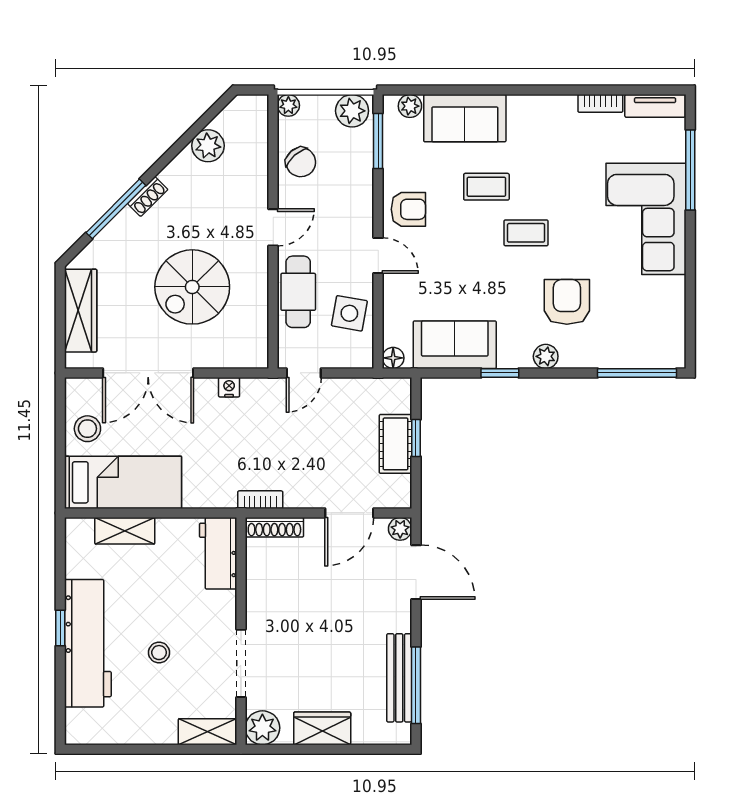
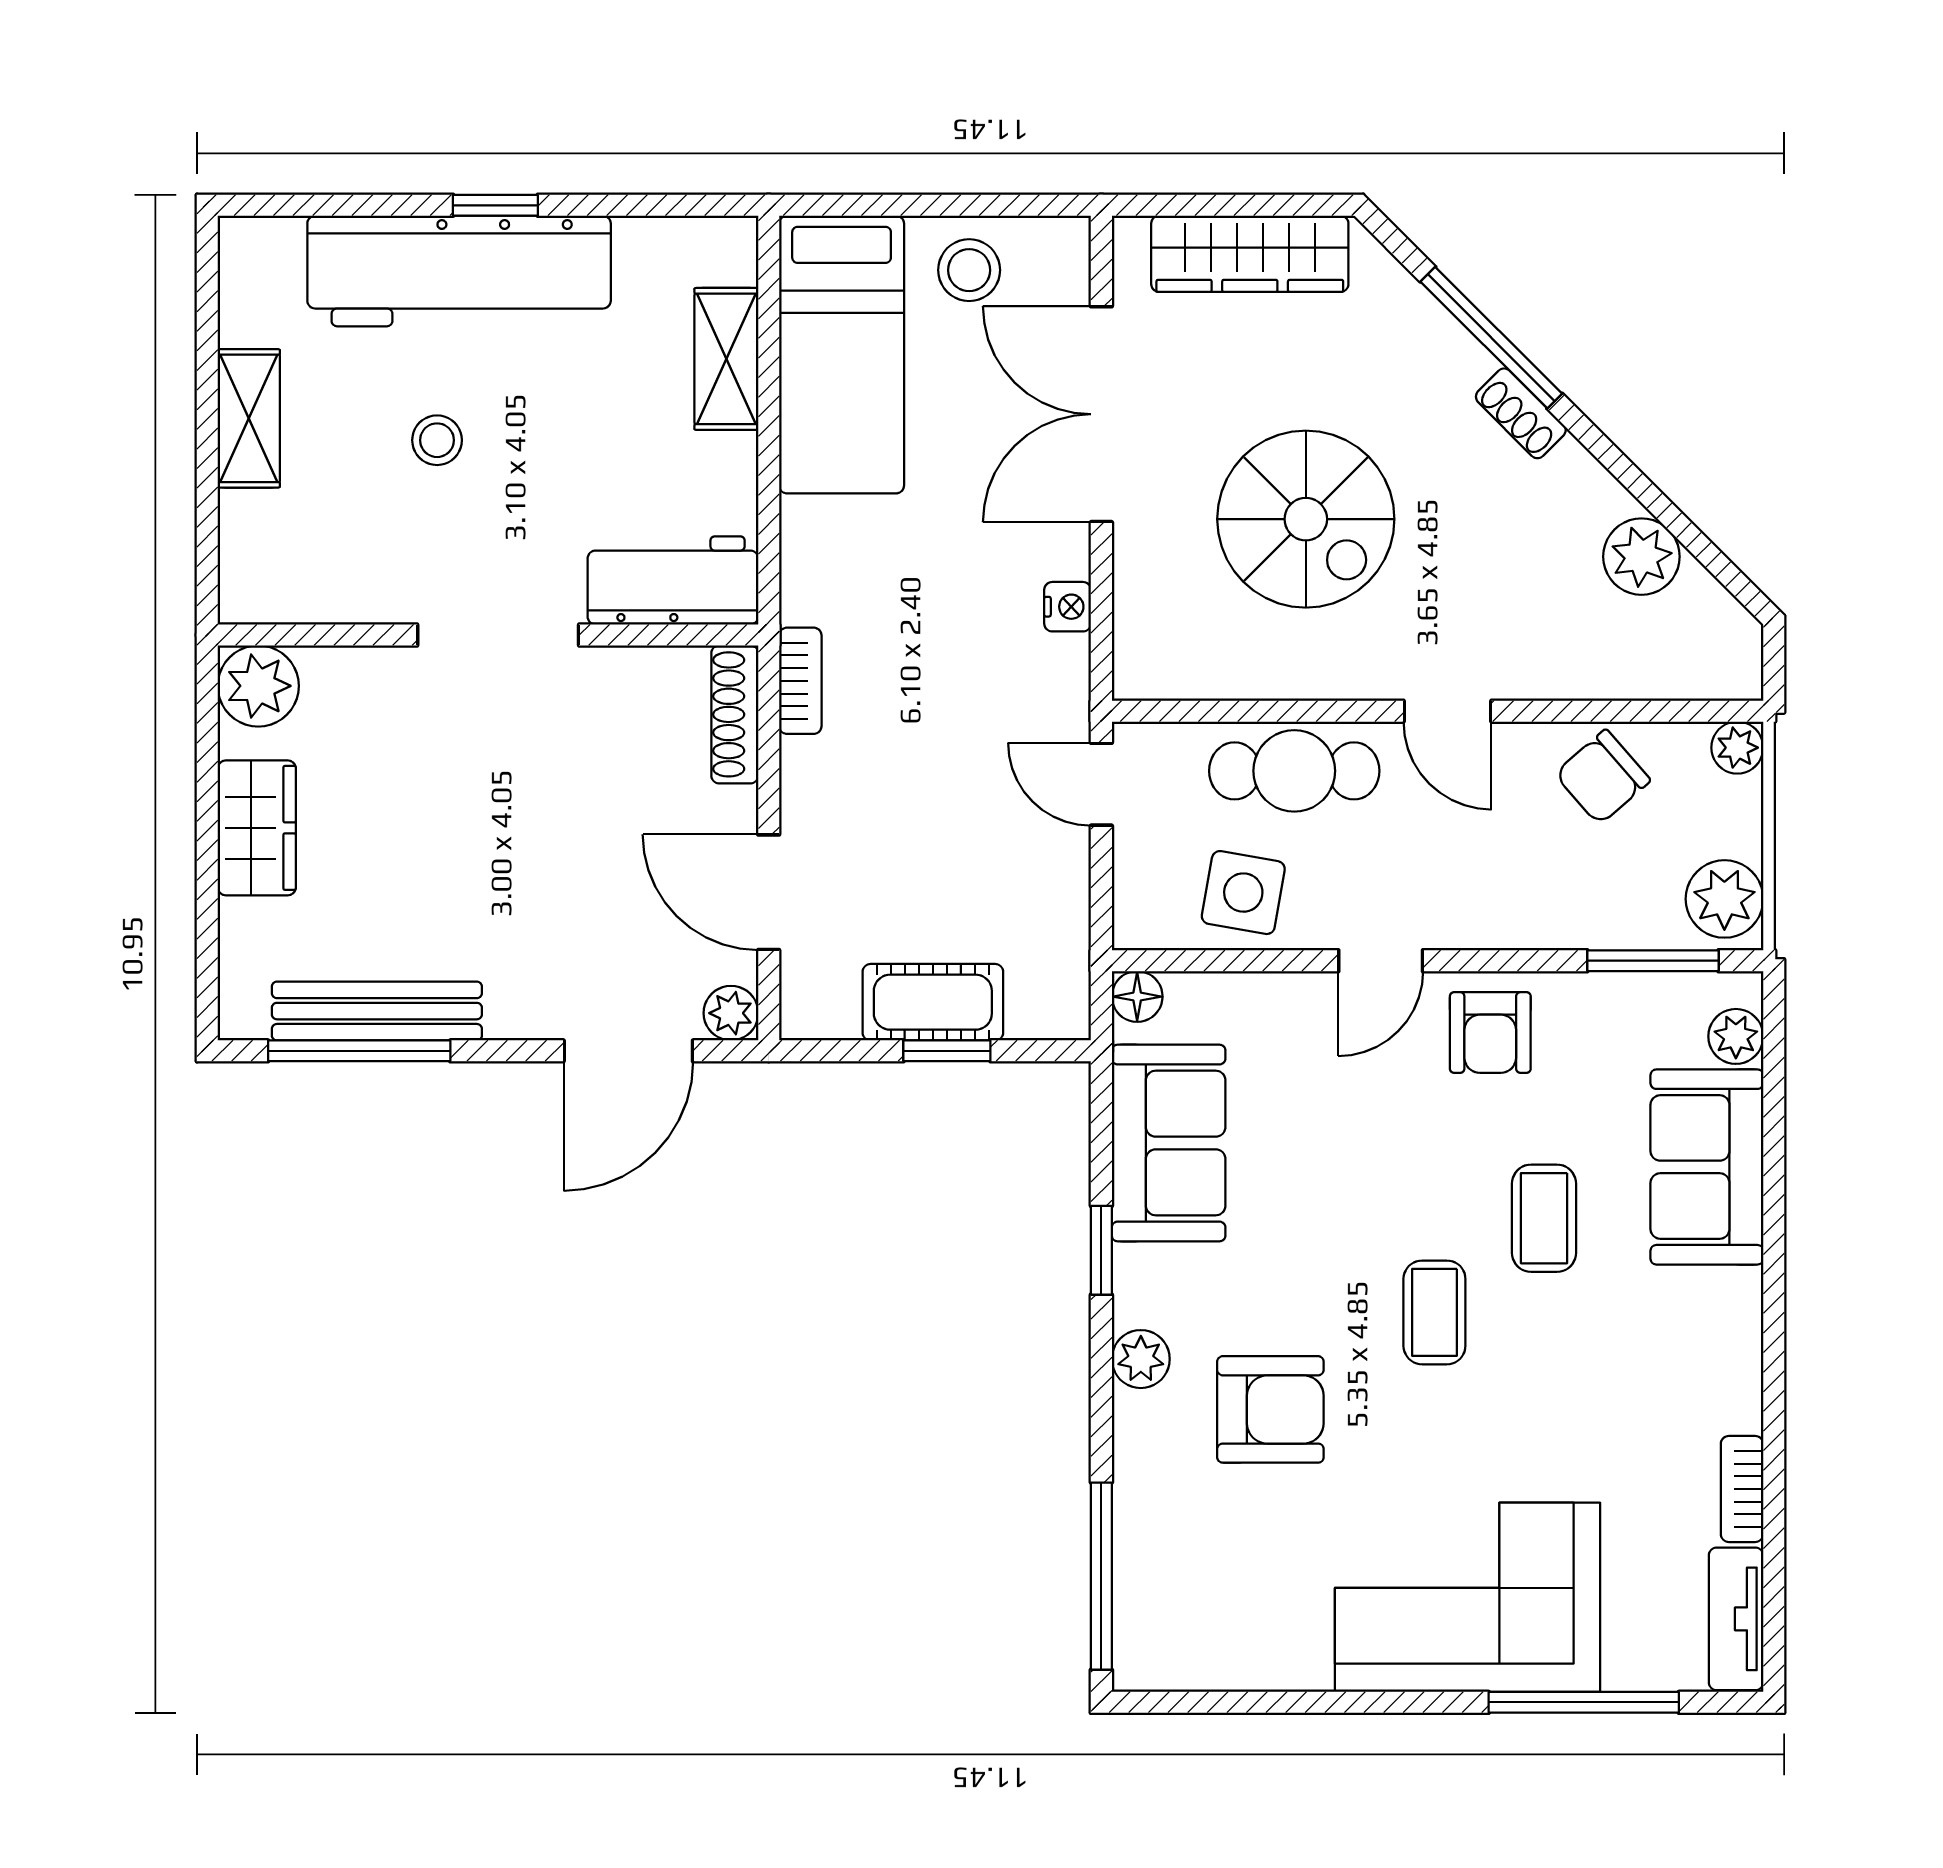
spiral stairs: (192, 287) -> (1306, 519), turned 180
doorway: (241, 663) -> (498, 635), moved
shelving: (207, 732) -> (249, 418), moved

